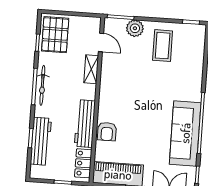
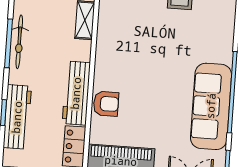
armchair: (107, 131) -> (106, 104), turned -90

